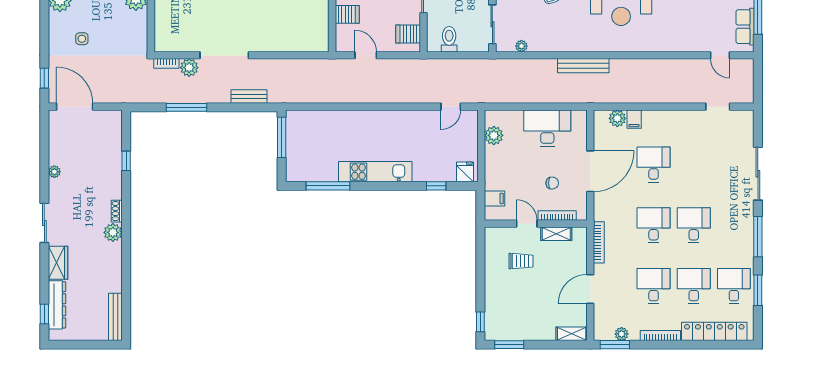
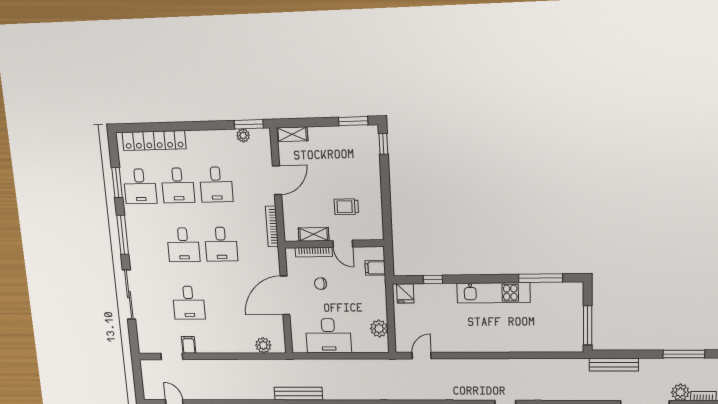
bench: (249, 97) -> (614, 365), width x1.36
filing cabinet: (634, 119) -> (189, 345), moved
desk: (654, 164) -> (189, 303), moved
bookcase: (660, 336) -> (205, 135), removed

